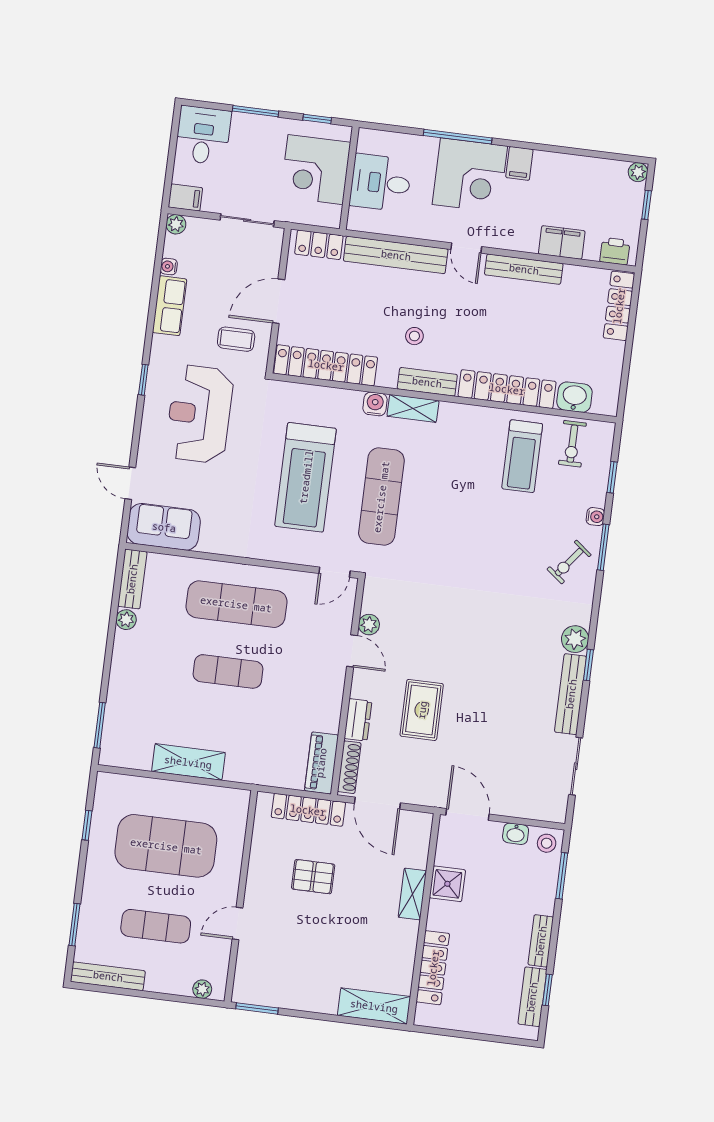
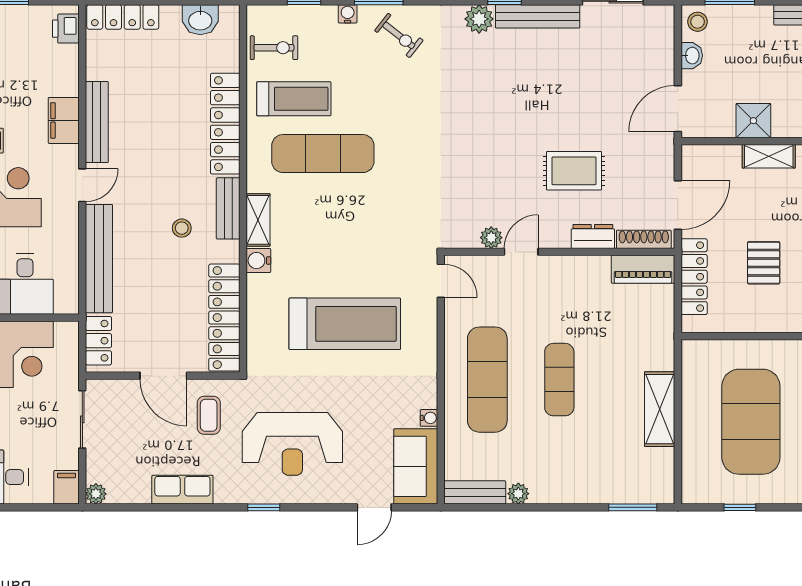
filing cabinet: (562, 242) -> (64, 120), moved
water cooler: (169, 267) -> (429, 418), moved, turned -90
washbasin: (574, 397) -> (200, 20), moved, turned -90
exercise mat: (381, 497) -> (323, 154), moved

